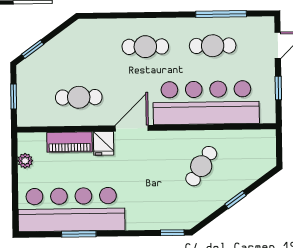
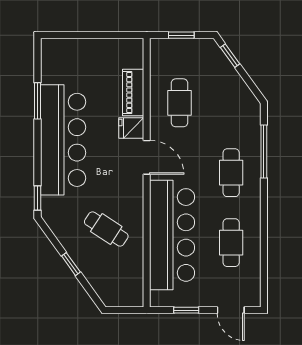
window: (221, 14) -> (264, 152), moved
plant: (25, 161) -> (114, 46), removed
bar counter: (71, 210) -> (63, 140), moved

